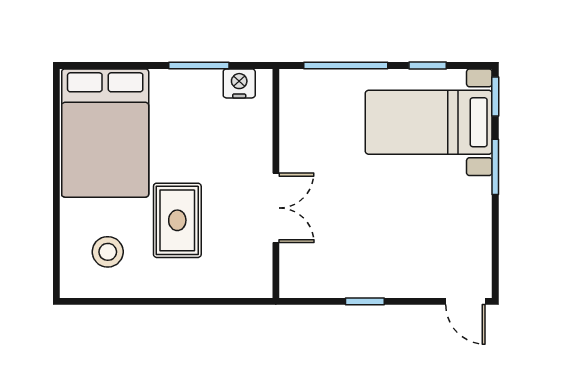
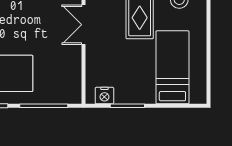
bed: (105, 133) -> (172, 67), width x0.67

